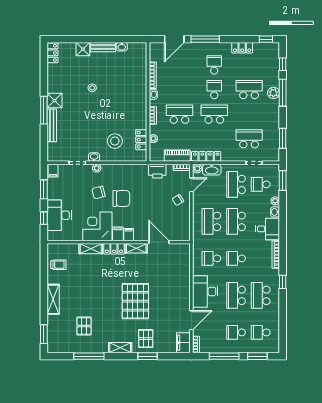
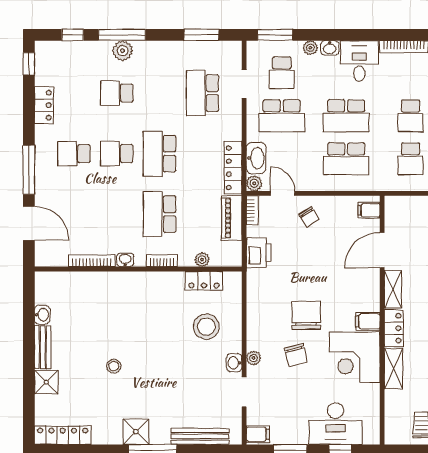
locker: (52, 53) -> (63, 435), width x1.53
school desk: (249, 90) -> (117, 93), width x0.54
bench: (52, 125) -> (200, 436), moved
filing cabinet: (129, 235) -> (369, 210), moved

